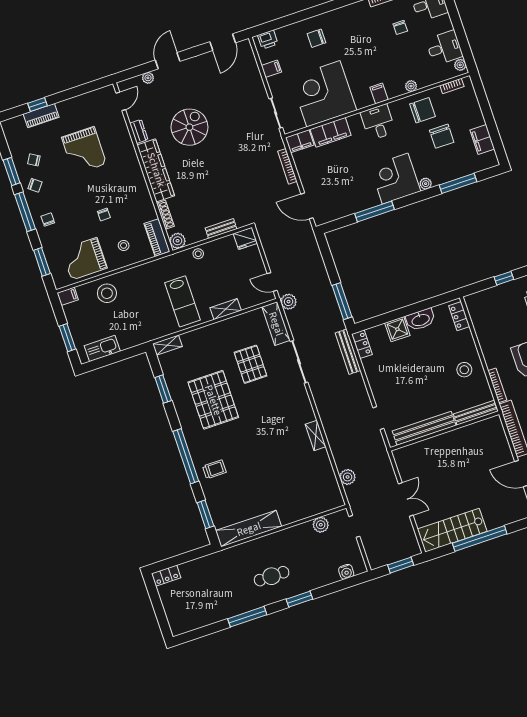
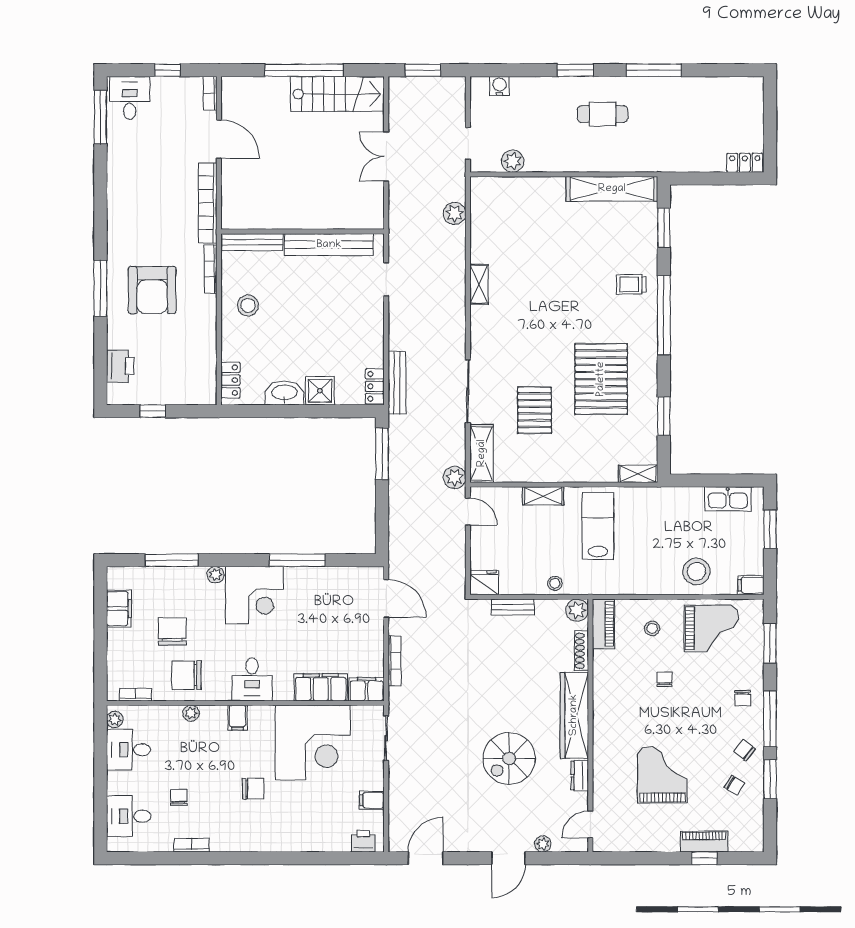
chair: (316, 38) -> (253, 789), moved

